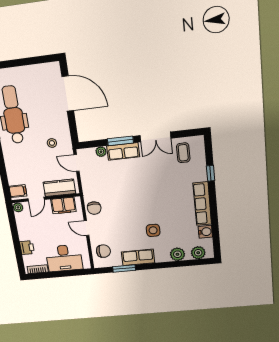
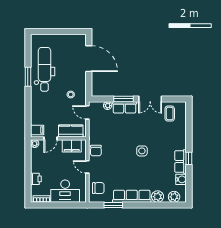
window: (211, 173) -> (189, 158), moved
row of seats: (202, 204) -> (181, 161), width x0.68
side table: (153, 230) -> (142, 151), moved
row of seats: (138, 257) -> (132, 196), width x1.48

